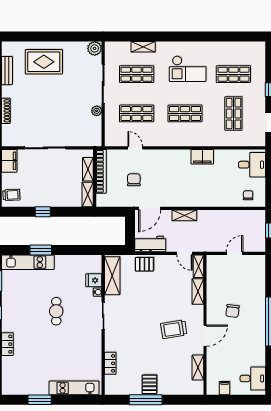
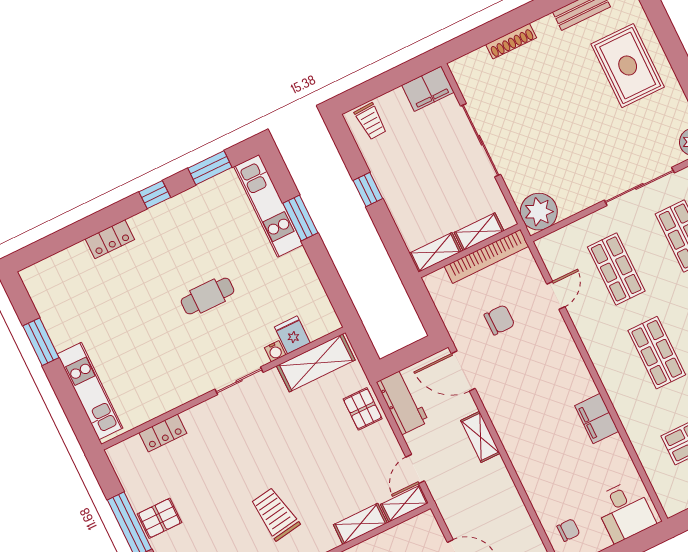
plant: (97, 111) -> (539, 212), moved, width x1.87, depth x1.87

